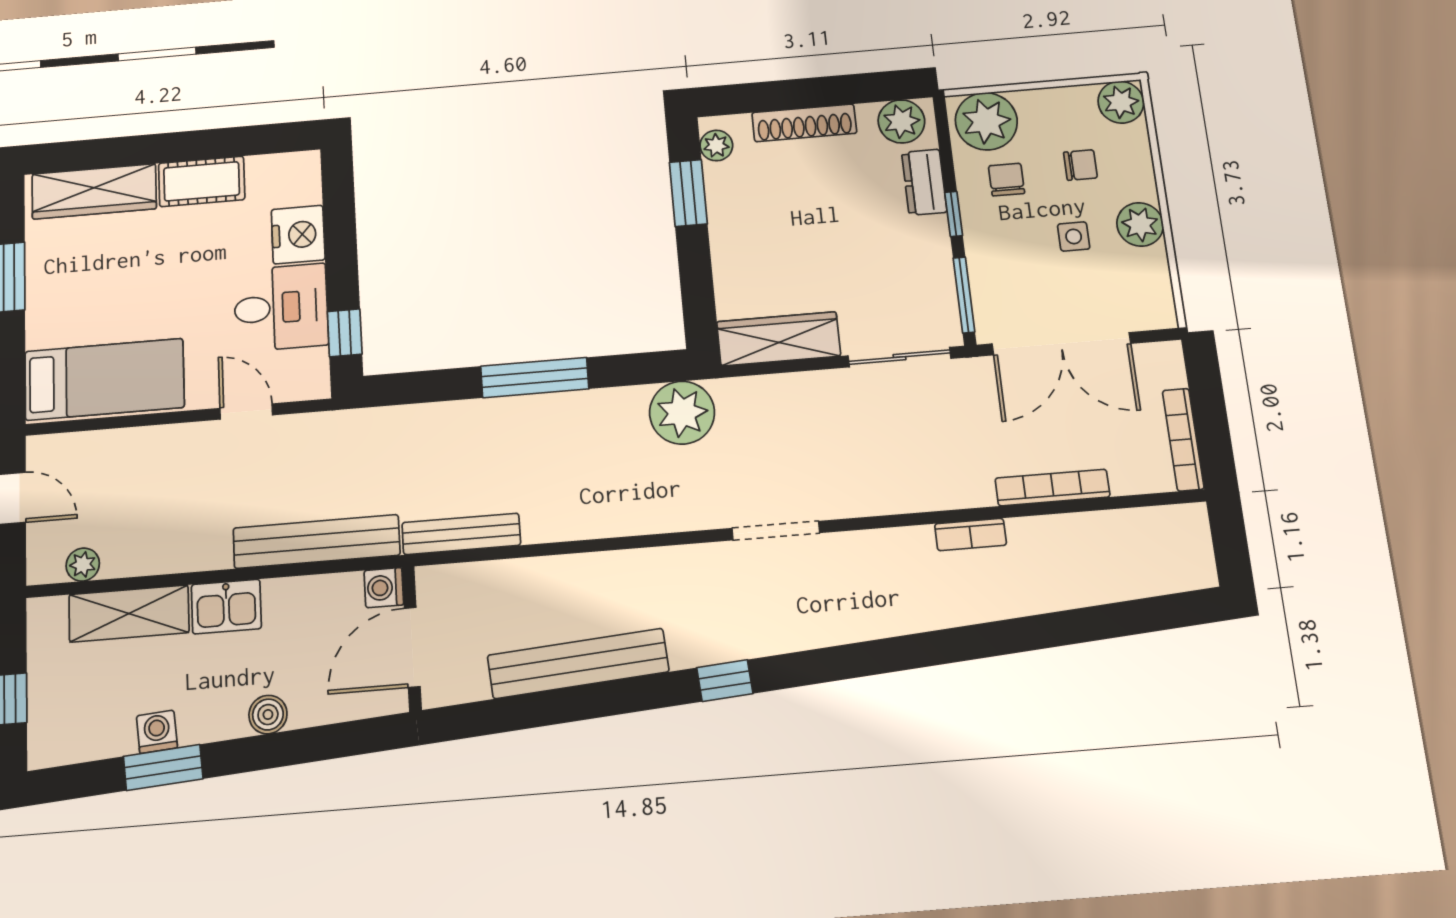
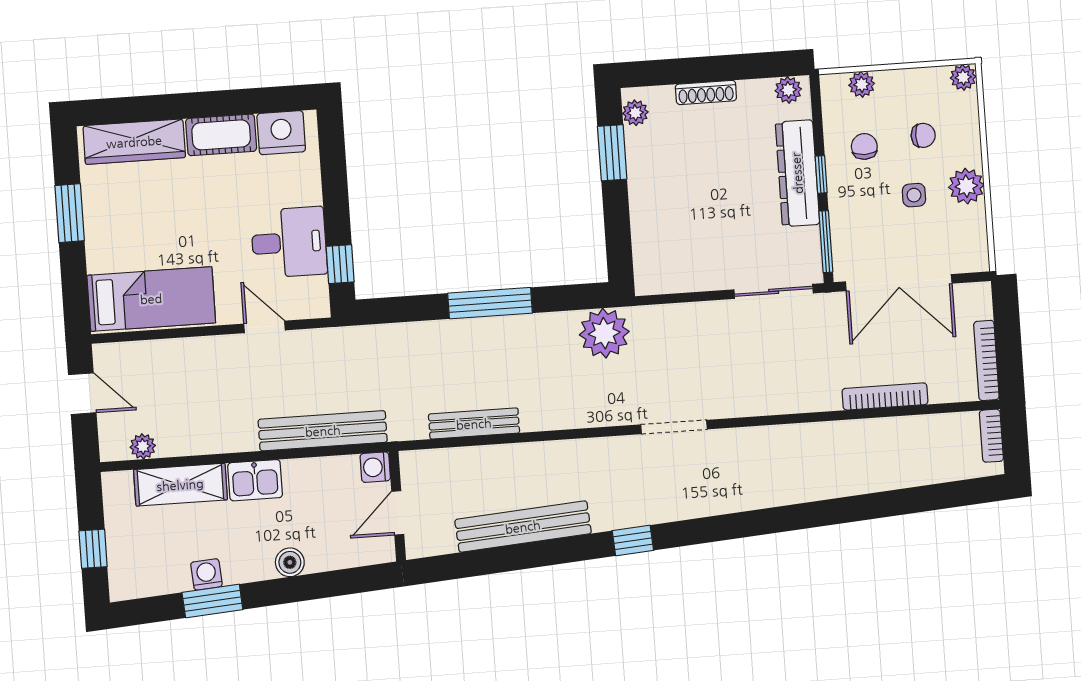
plant: (1121, 102) -> (963, 77), width x0.73, depth x0.73
plant: (901, 121) -> (788, 90), width x0.73, depth x0.73
plant: (986, 121) -> (862, 84), width x0.53, depth x0.53
shoe rack: (804, 123) -> (706, 92), width x0.74, depth x0.81
dresser: (924, 182) -> (797, 173), width x1.96, depth x1.24
nightstand: (298, 235) -> (281, 133), moved, turned -90
wardrobe: (779, 339) -> (680, 275), removed
bench: (461, 534) -> (474, 424), moved
bookcase: (971, 534) -> (991, 436), moved, turned 90
door: (412, 647) -> (398, 513), width x0.73

